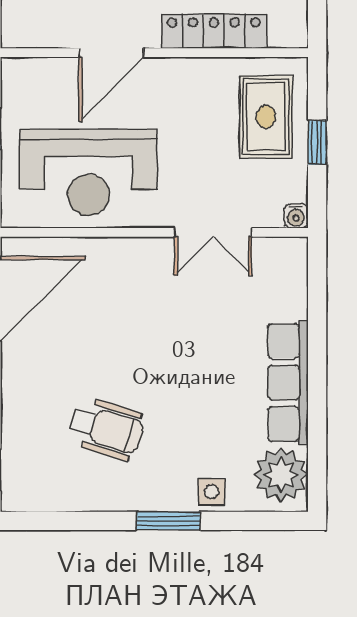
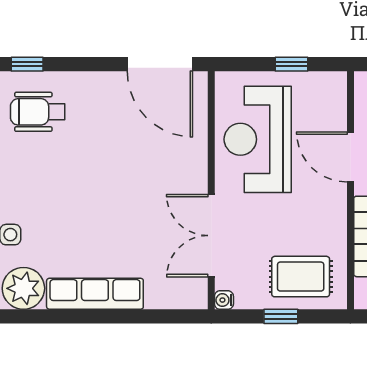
double door: (213, 232) -> (211, 236), width x1.37
wheelchair: (106, 429) -> (38, 112), moved, turned 73

